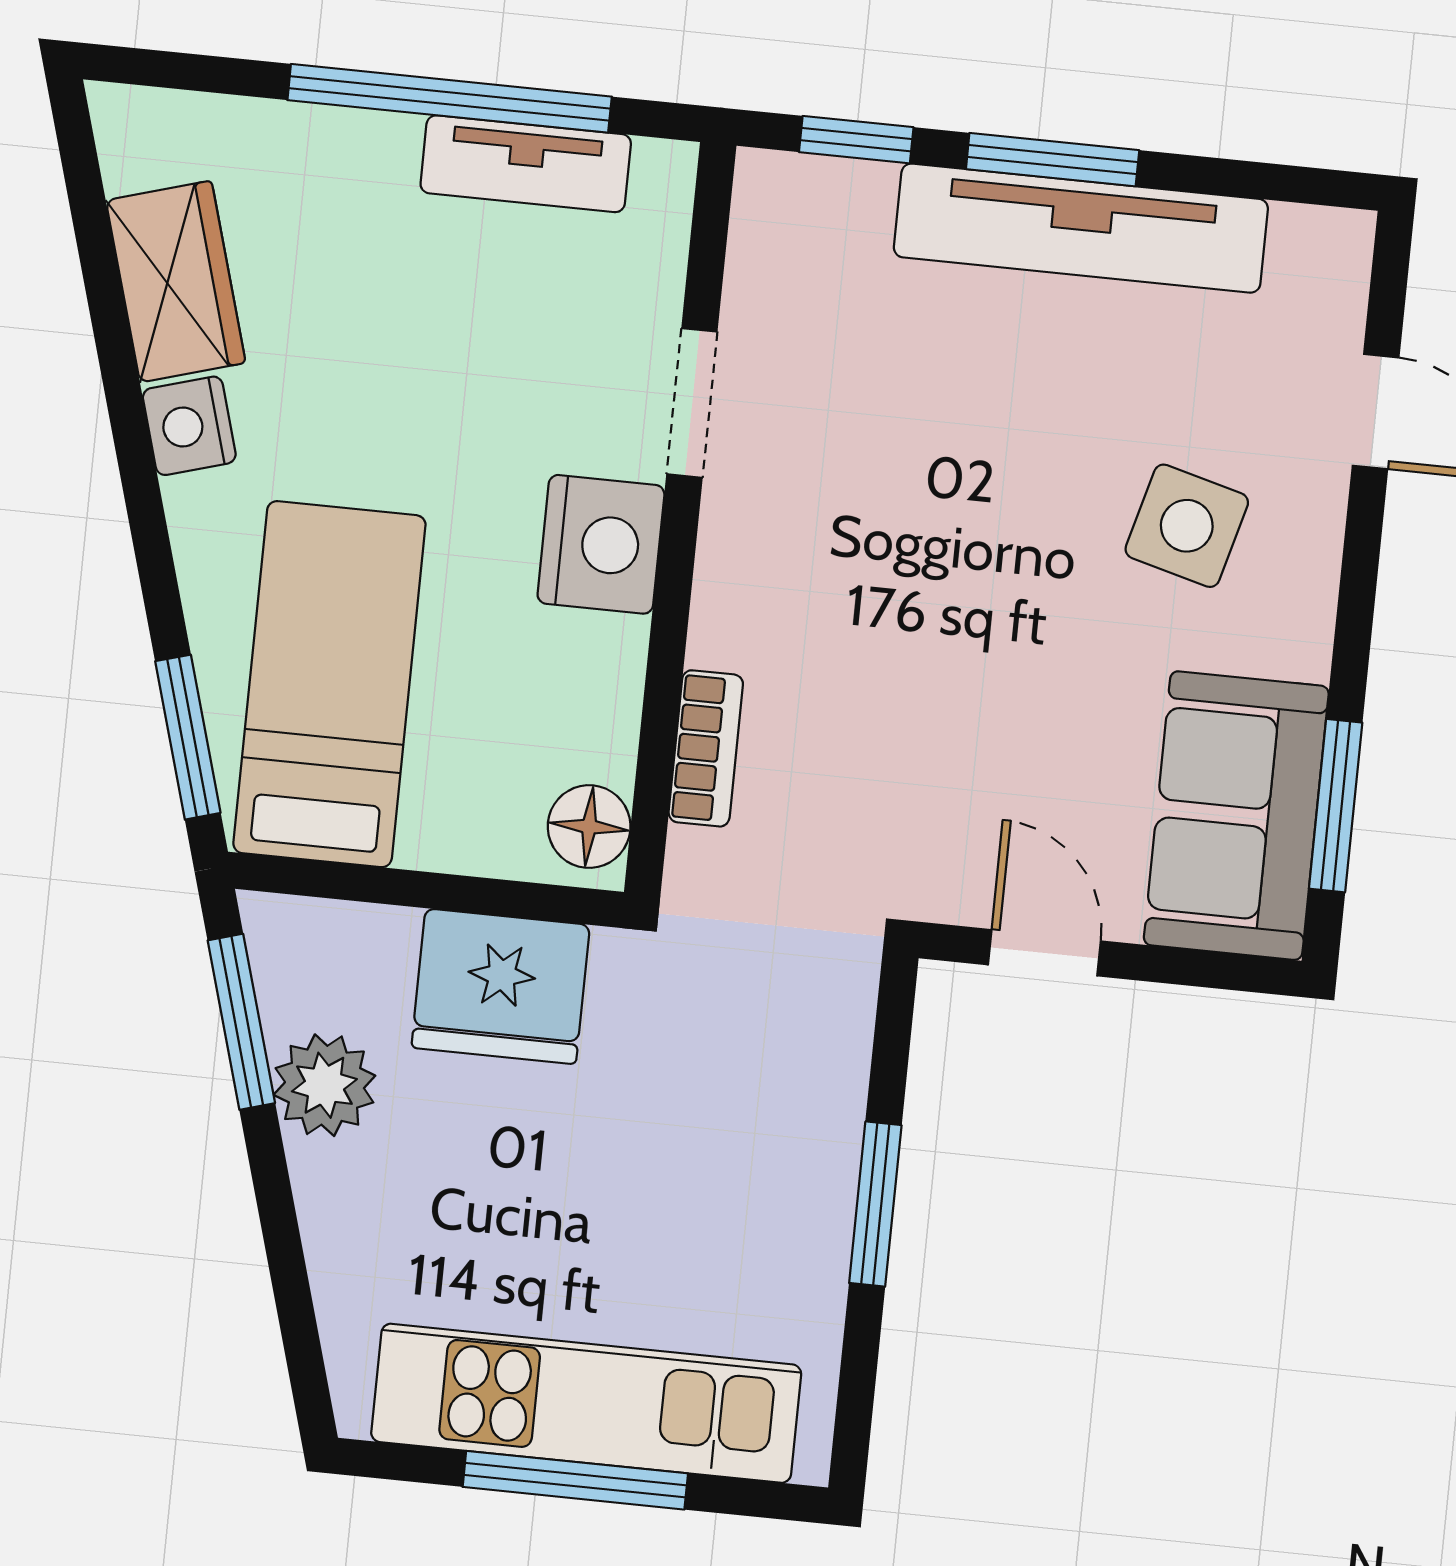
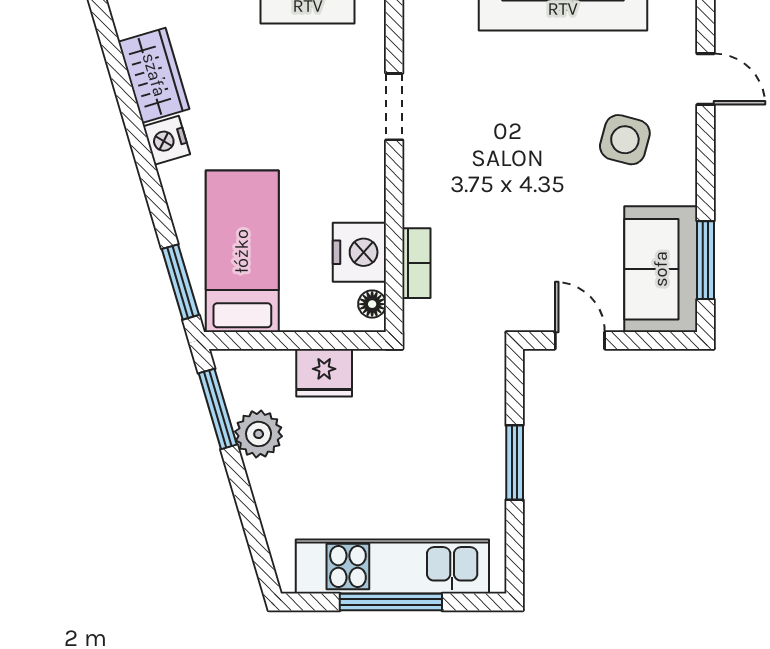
nightstand: (601, 544) -> (359, 252), moved
floor lamp: (589, 827) -> (372, 304), width x0.73, depth x0.73
fridge: (501, 986) -> (324, 373), width x0.73, depth x0.75

